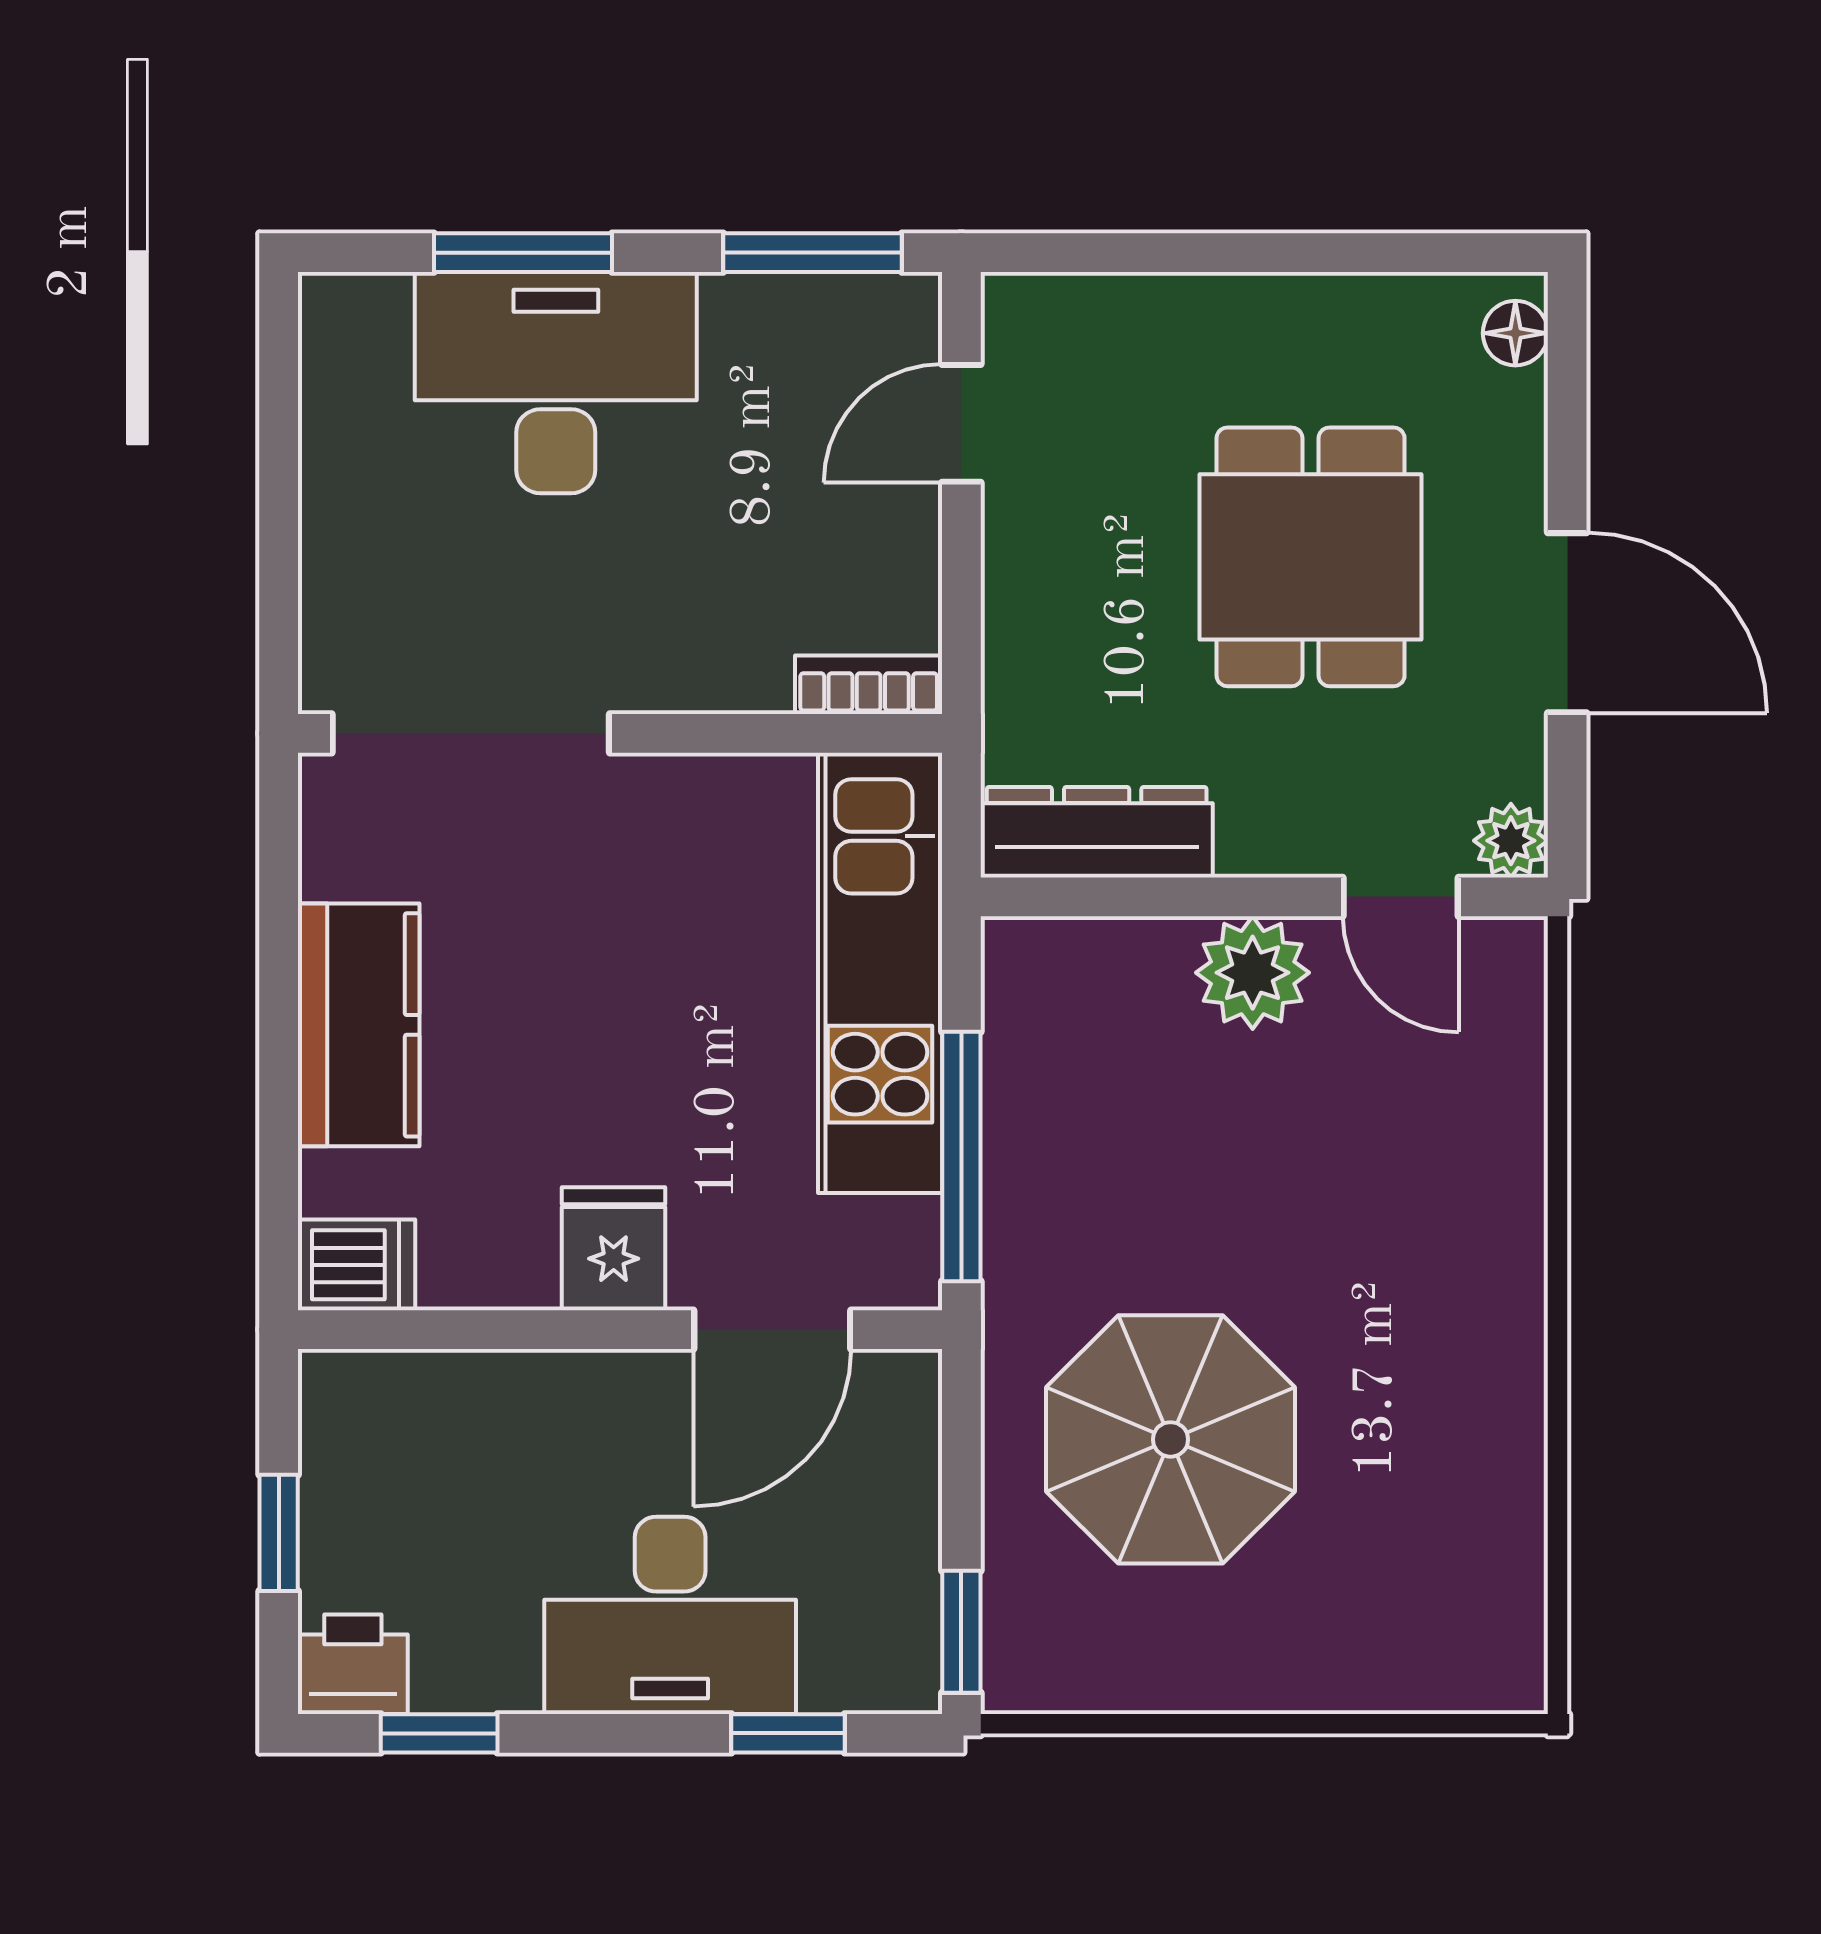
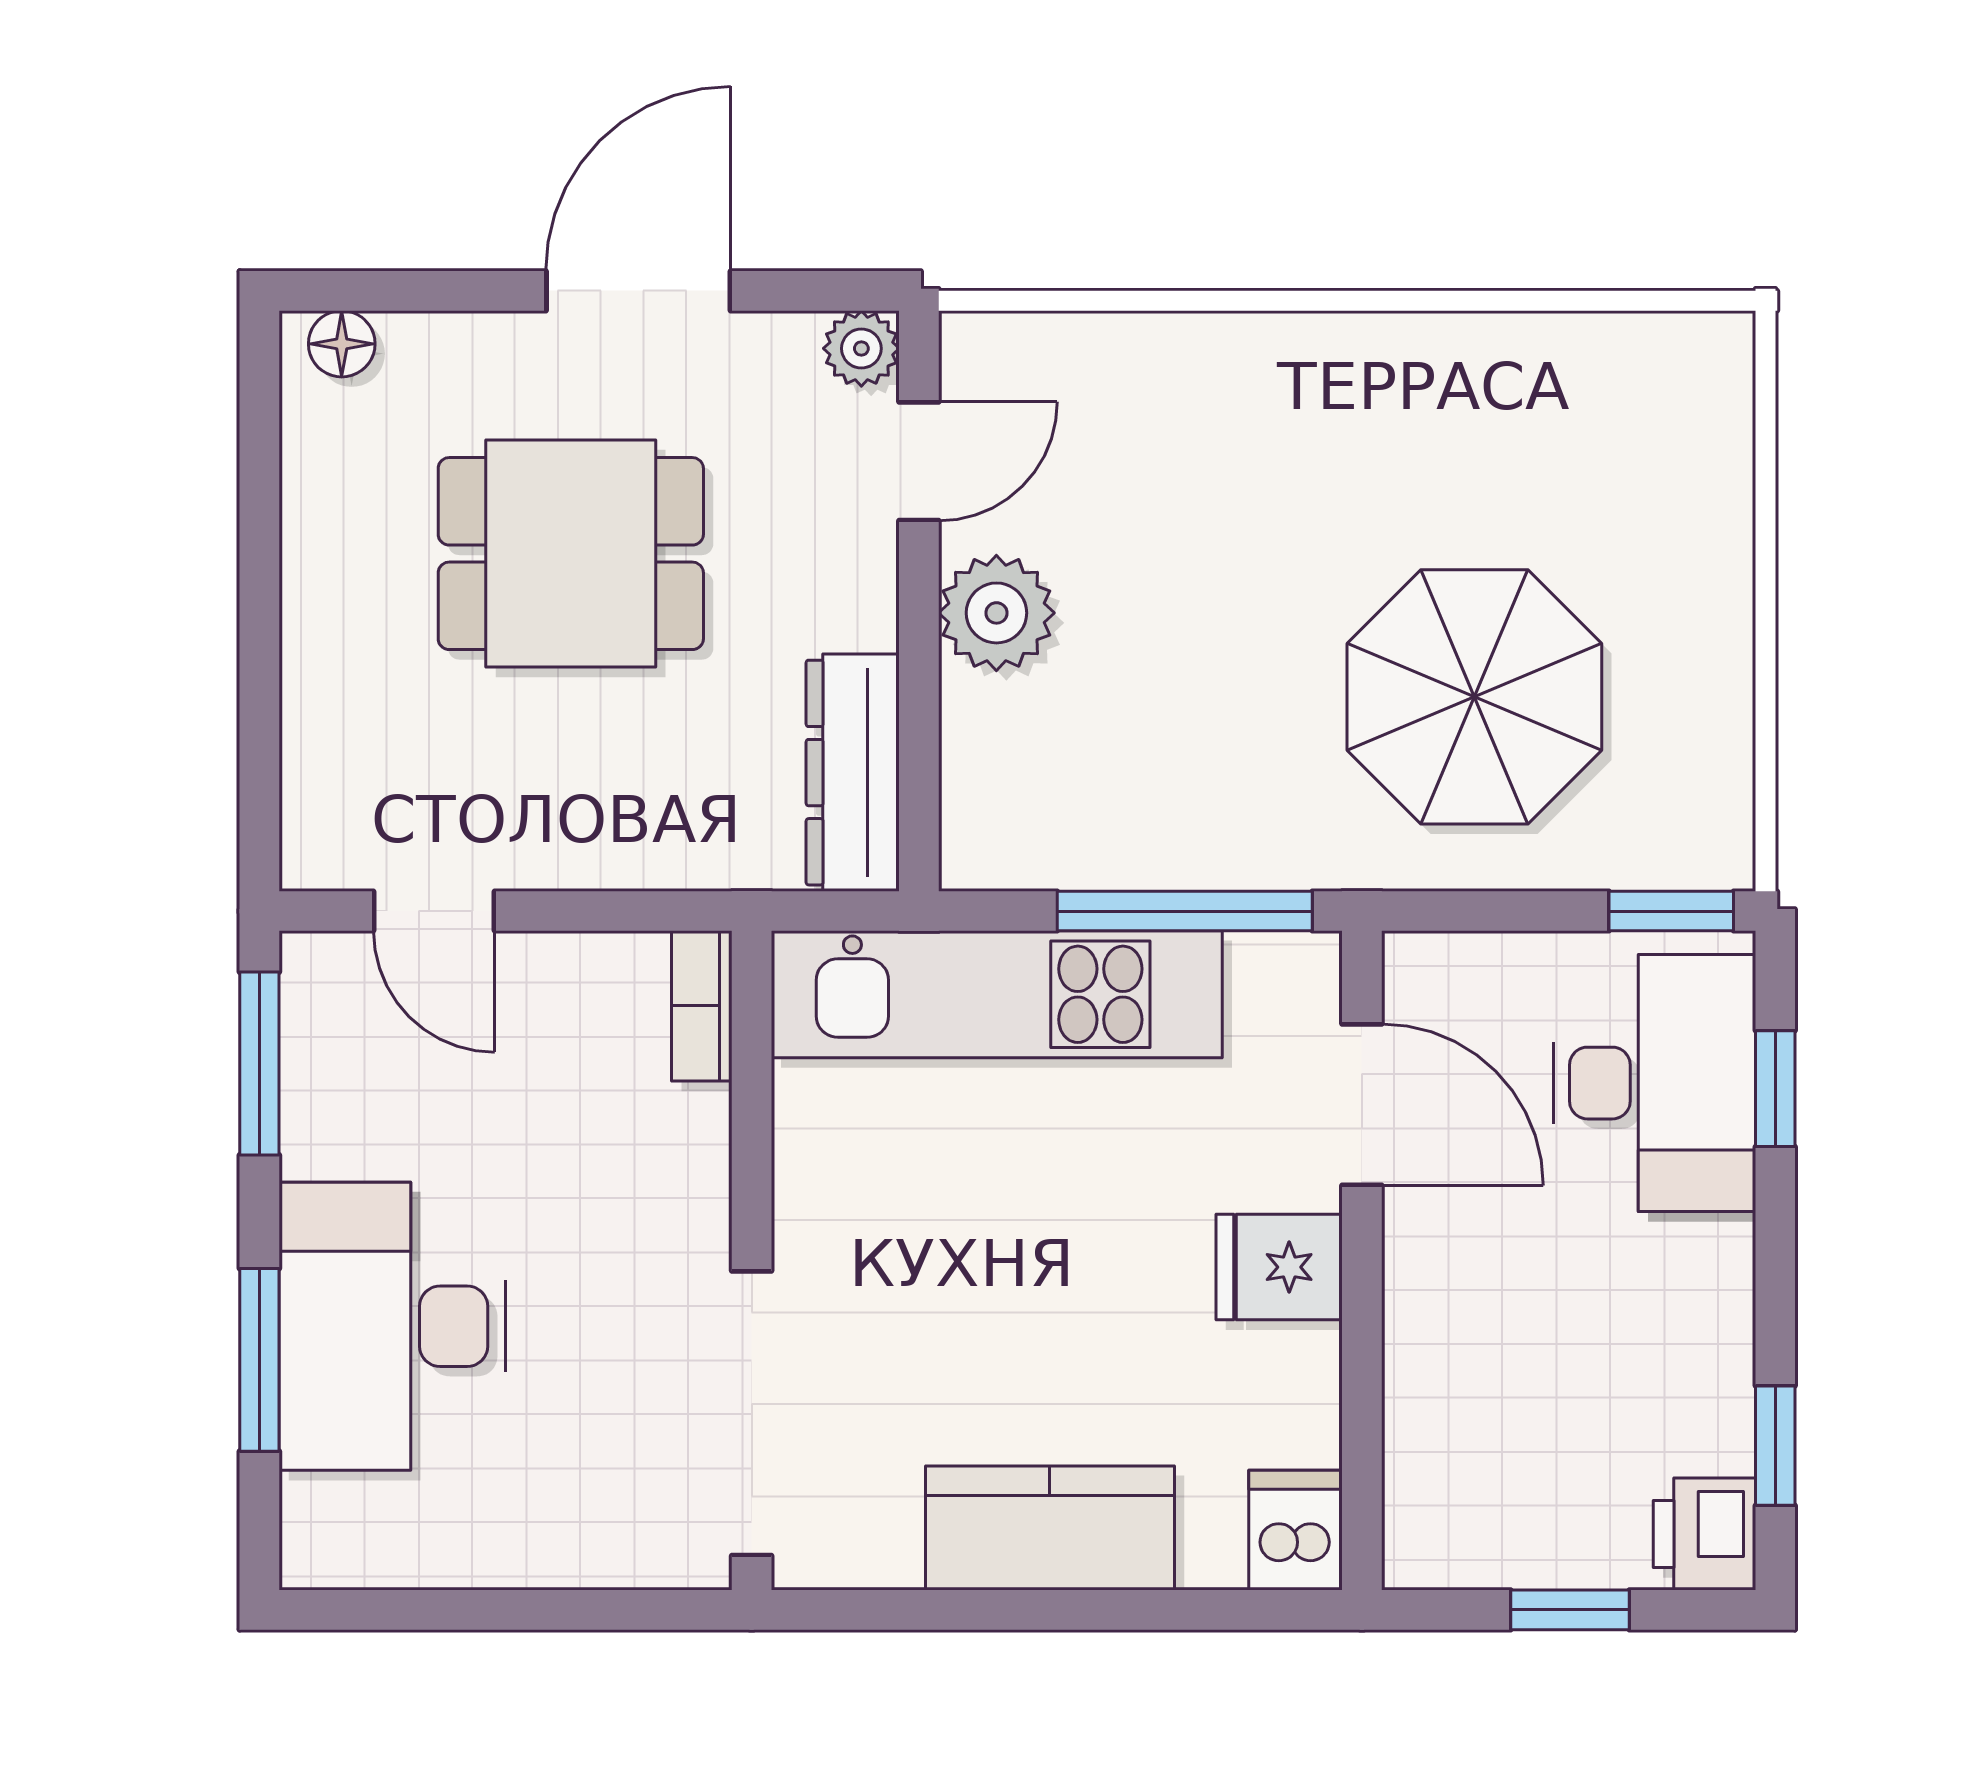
desk: (670, 1615) -> (1654, 1083), moved

